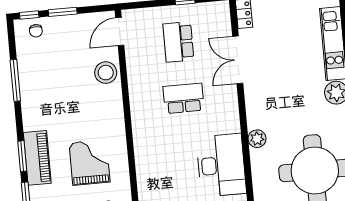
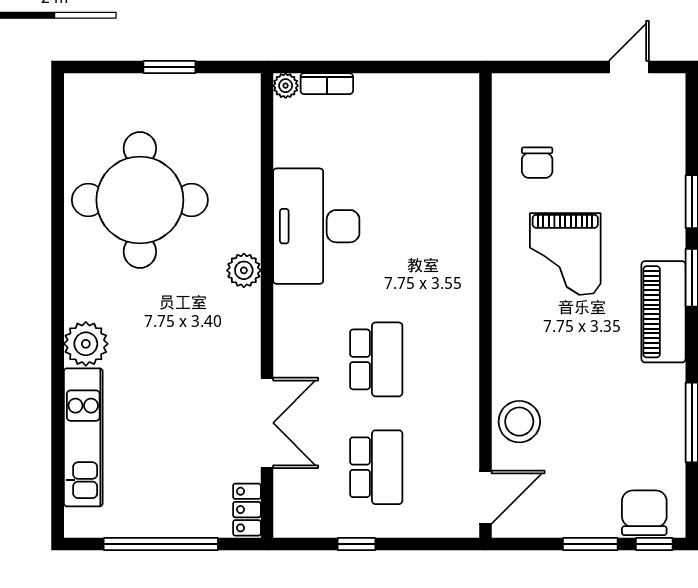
chair: (36, 31) -> (644, 513), width x1.87, depth x1.87
school desk: (184, 98) -> (376, 359), turned -90
piano: (37, 158) -> (664, 312), moved

